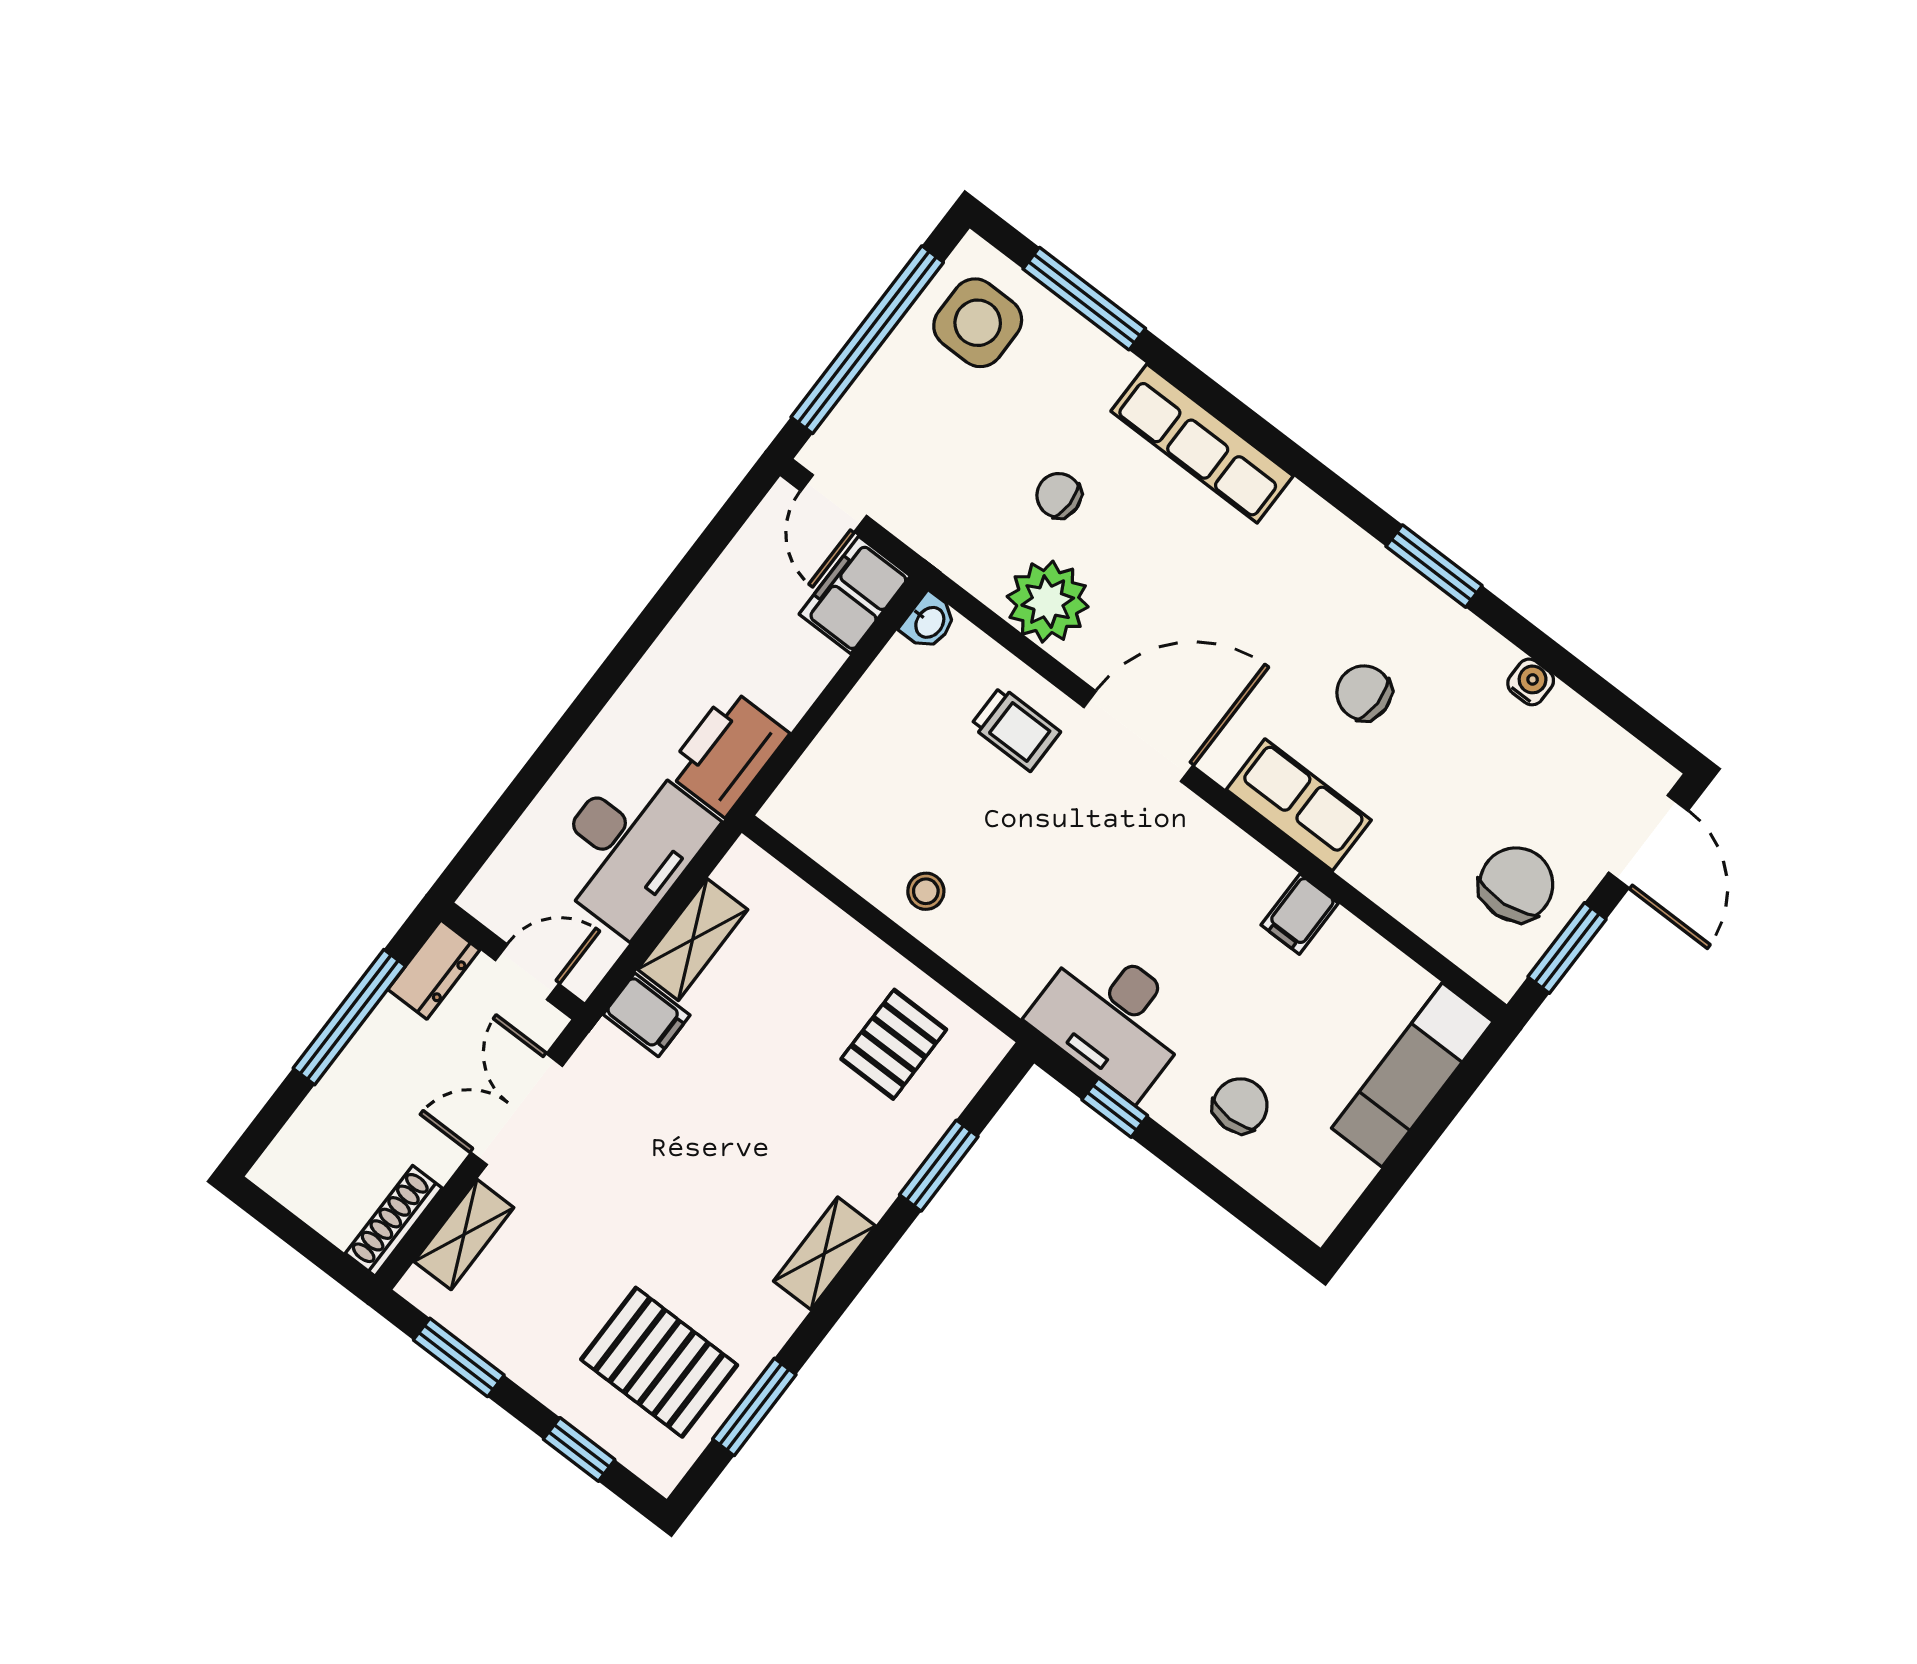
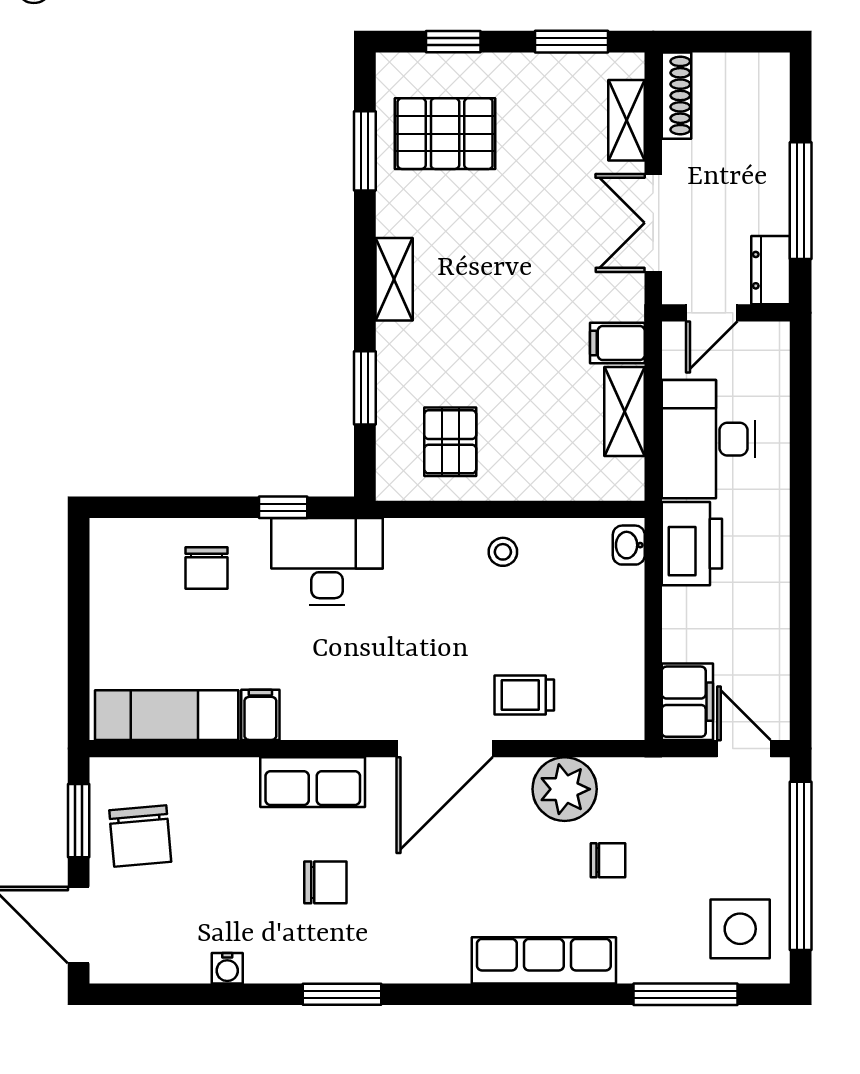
washbasin: (929, 622) -> (629, 545), moved
exam couch: (1412, 1075) -> (167, 715), moved, turned -90
double door: (517, 1109) -> (653, 223), swing flipped

